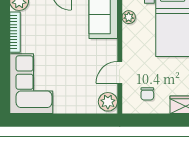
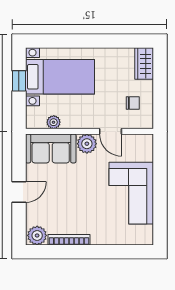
corner sofa: (31, 84) -> (131, 193), moved, turned -90
plant: (108, 102) -> (87, 144), moved

